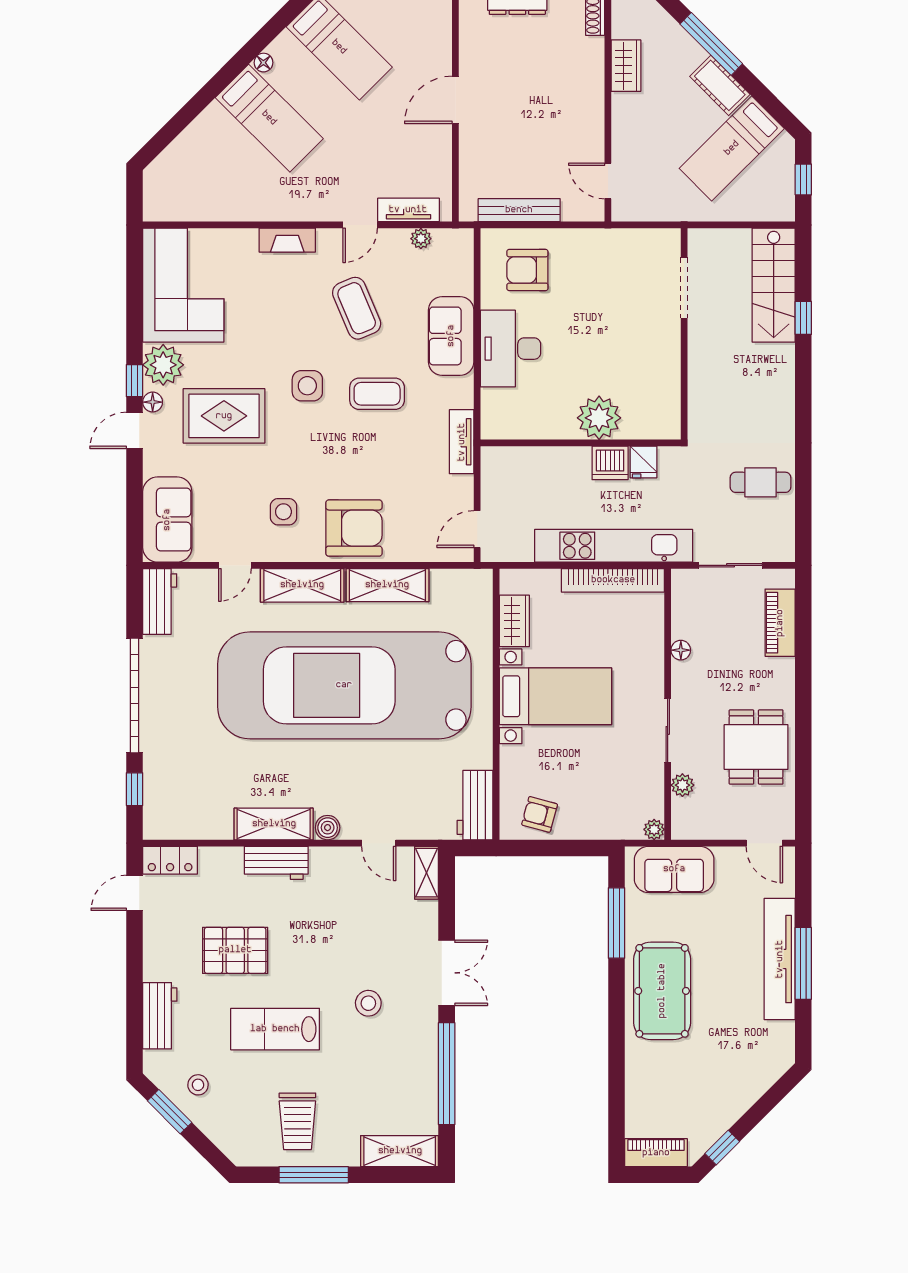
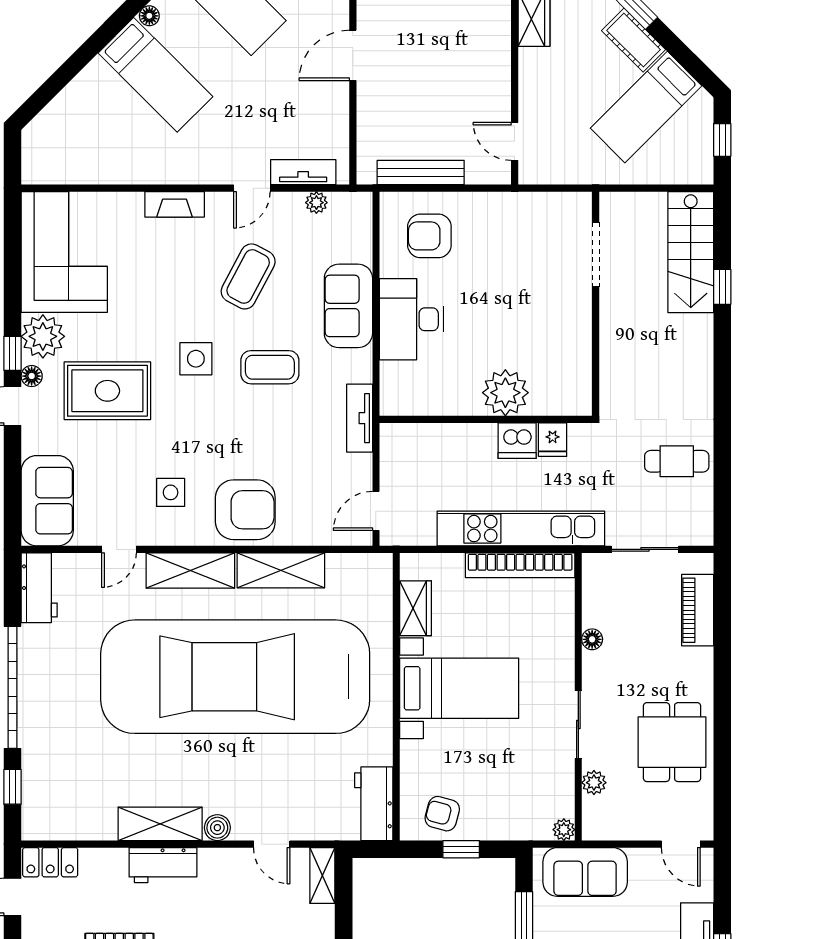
coffee table: (357, 308) -> (248, 276), turned 51
window: (557, 848) -> (461, 849), added

